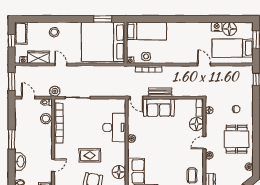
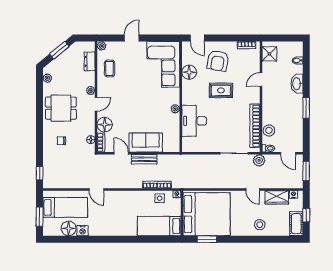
door: (137, 98) -> (121, 153), moved
dining table: (237, 139) -> (61, 108), turned 90

